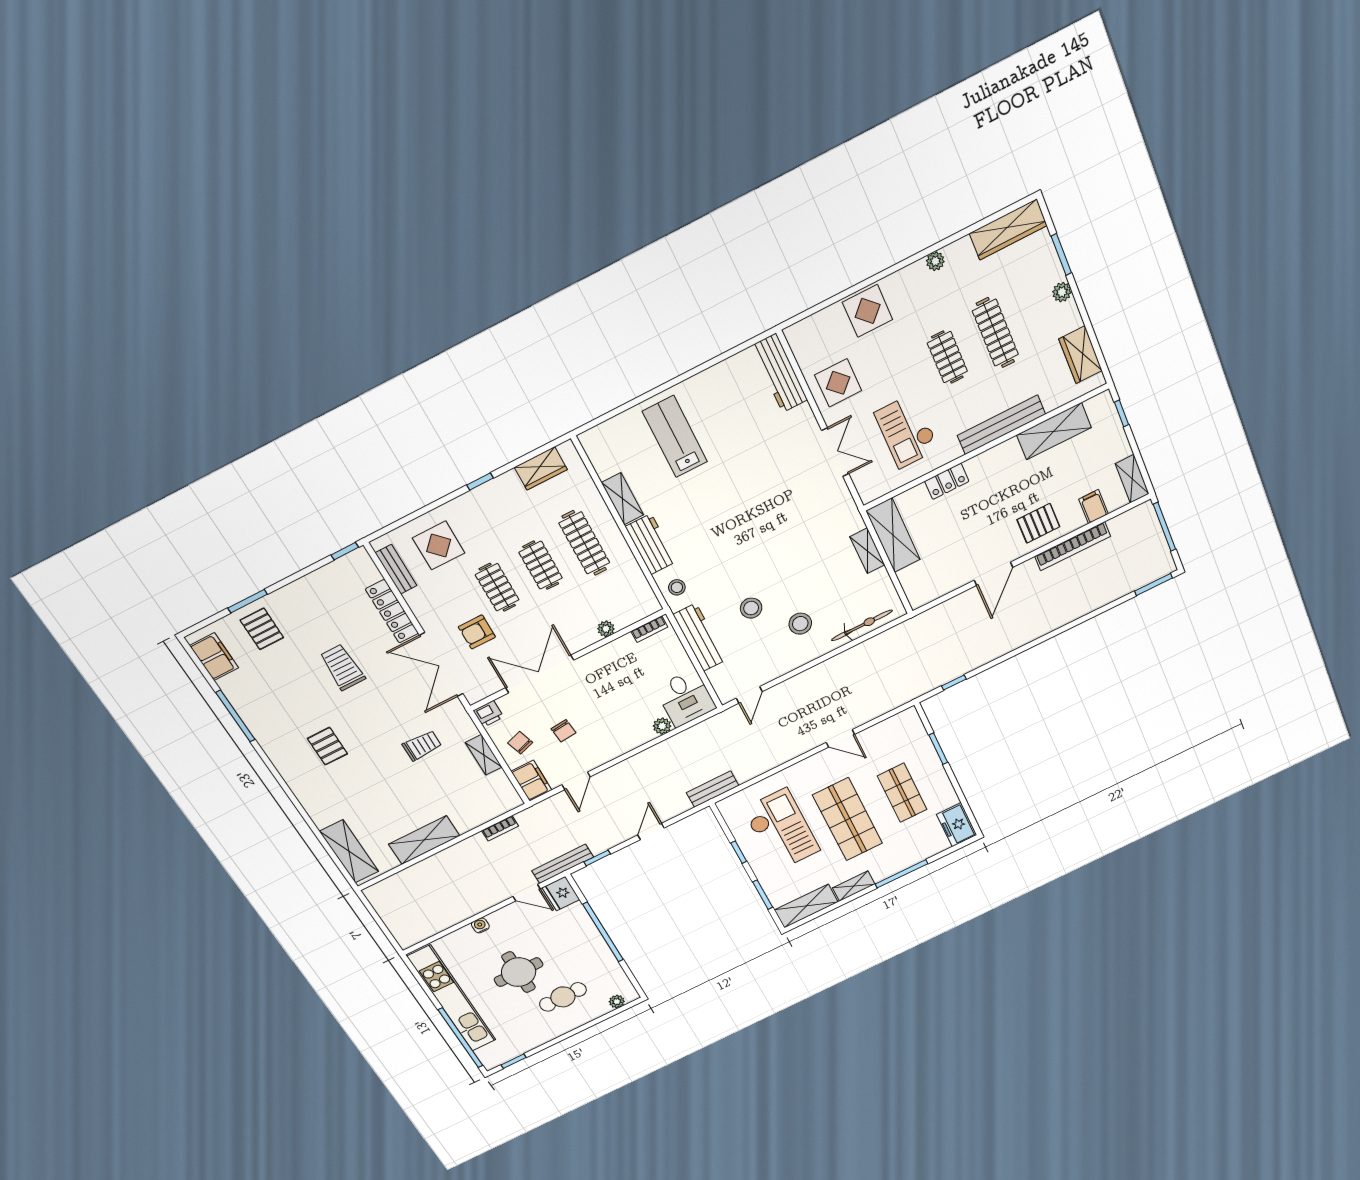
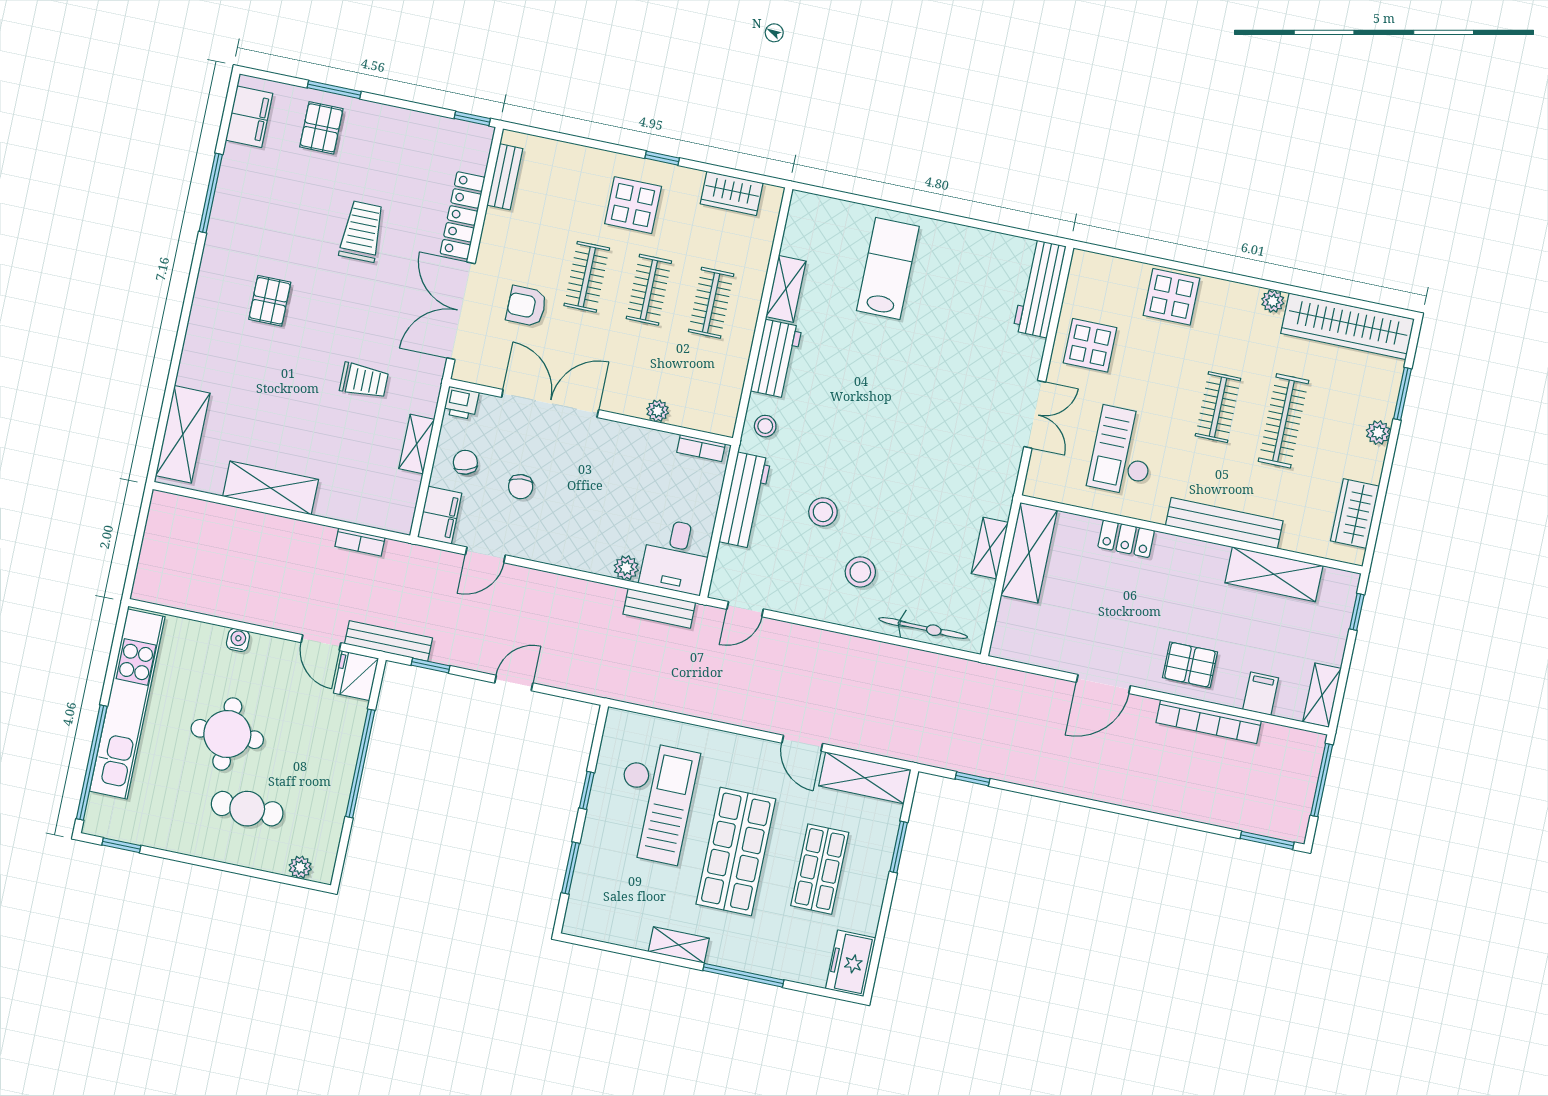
wardrobe: (1008, 229) -> (1347, 326), width x1.40, depth x1.17
clothes rail: (584, 543) -> (711, 303), width x0.73
display table: (439, 545) -> (633, 205), moved
bench: (713, 789) -> (659, 608), moved
shelving: (806, 906) -> (865, 778), moved

